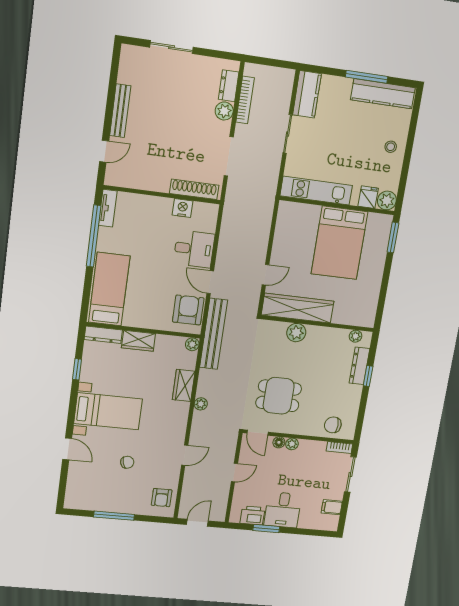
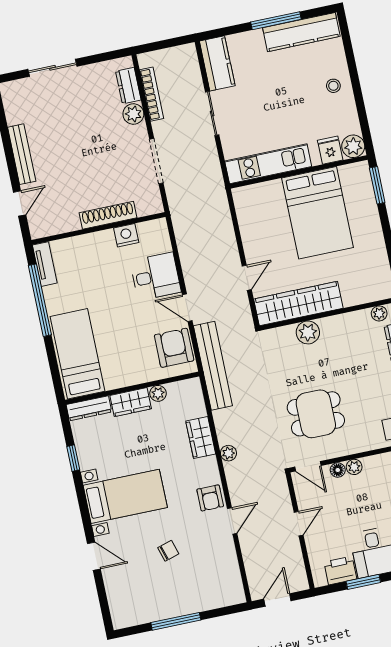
shoe rack: (194, 189) -> (108, 215), moved
plant: (192, 344) -> (158, 393), moved
armchair: (162, 498) -> (210, 498), moved

